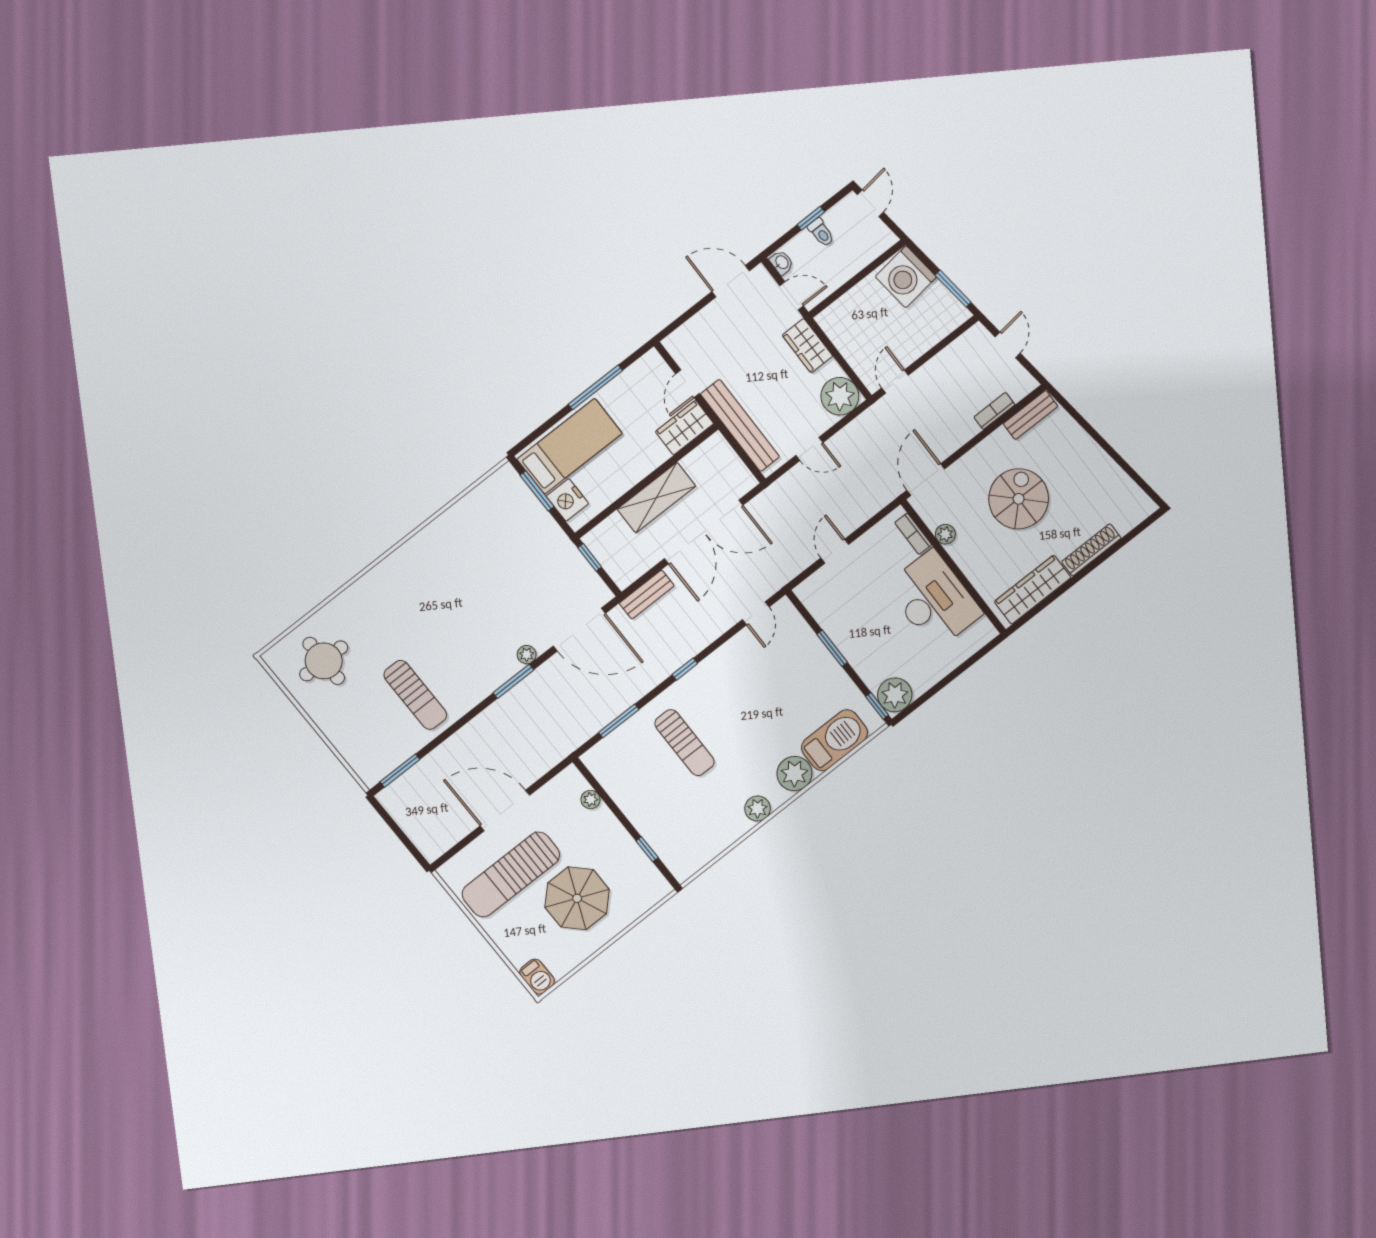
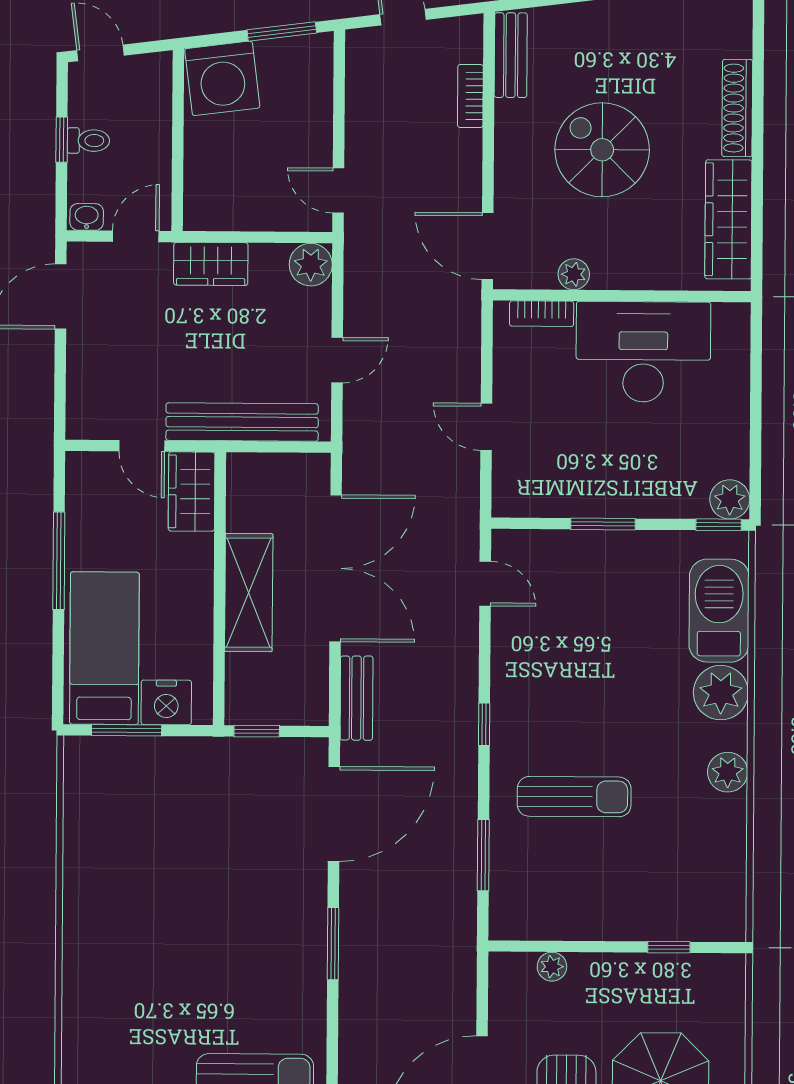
plant: (840, 396) -> (311, 265), width x0.73, depth x0.73
plant: (527, 655) -> (313, 901), removed
plant: (895, 695) -> (730, 499), width x0.73, depth x0.73

